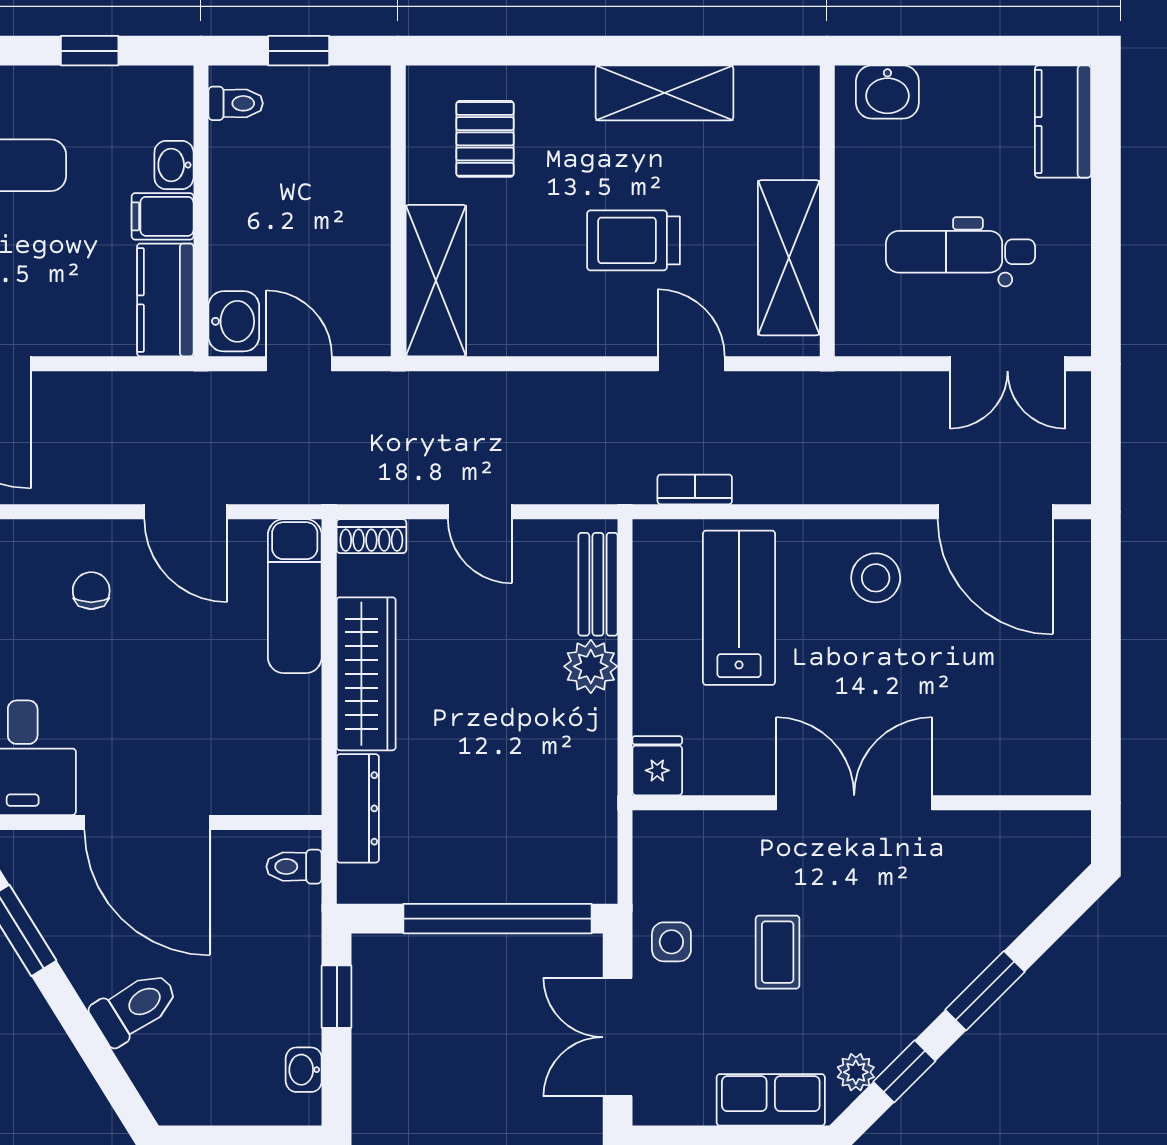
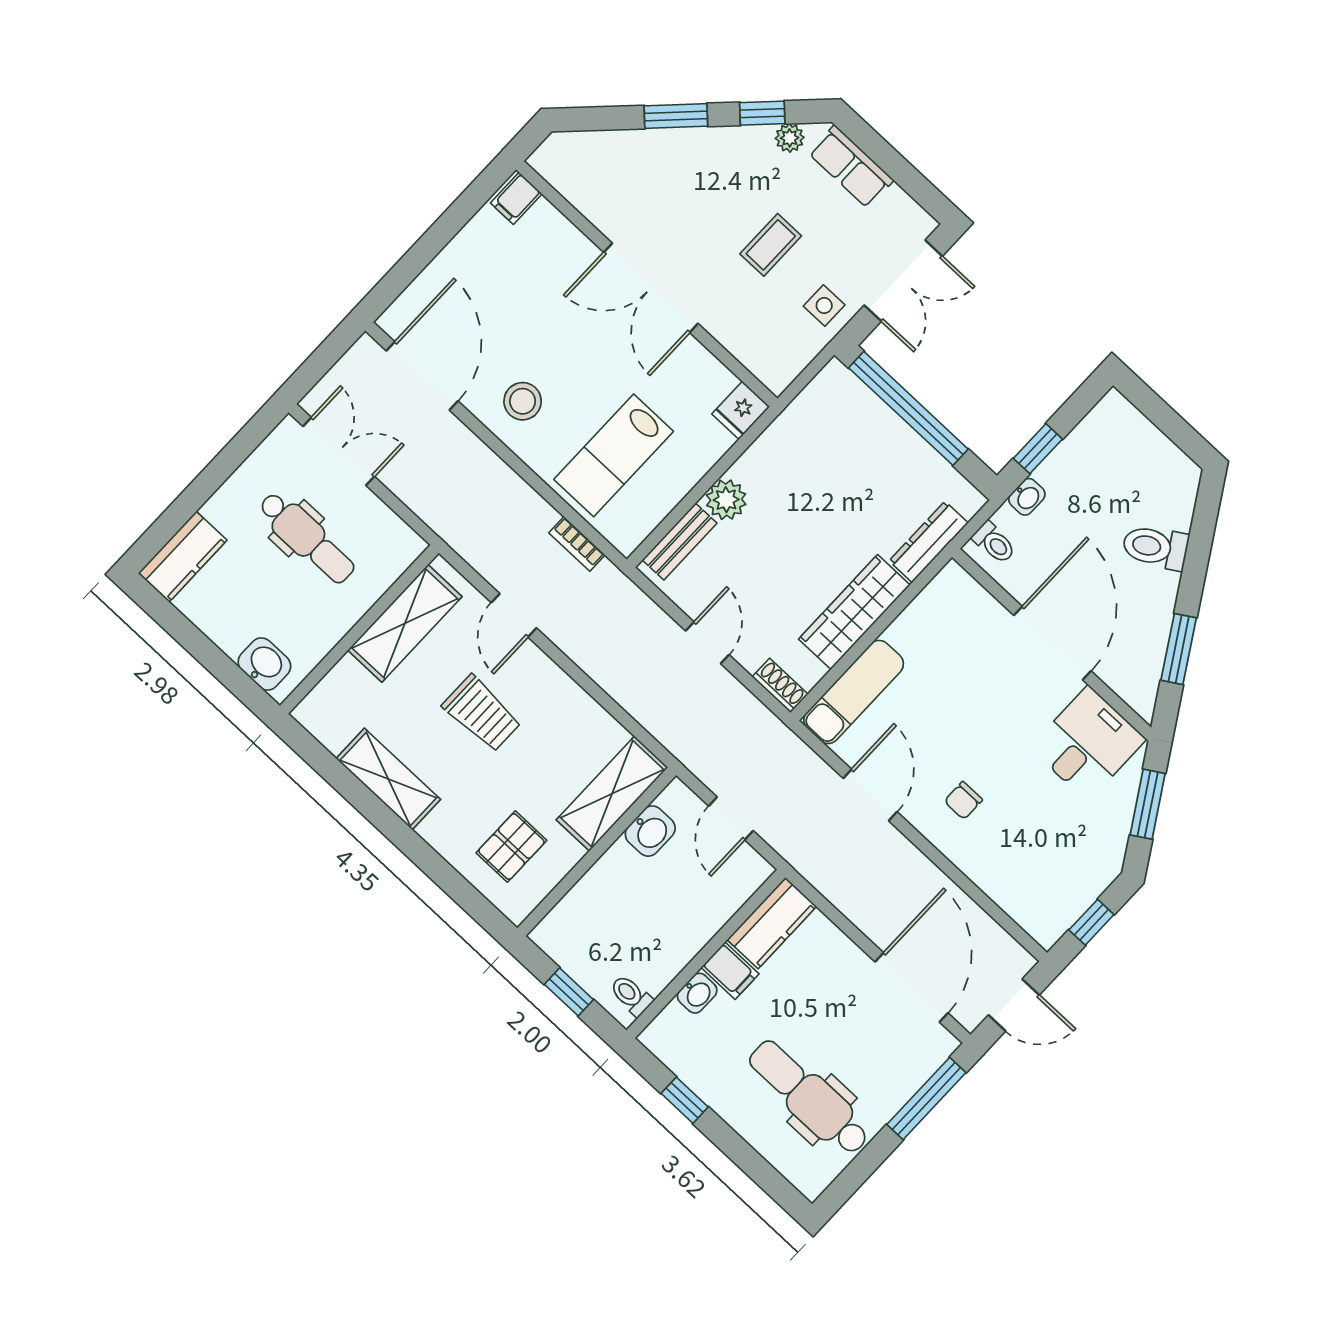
washbasin: (234, 321) -> (650, 831), moved, turned 180
filing cabinet: (1065, 768) -> (516, 198), added
washbasin: (304, 1070) -> (1027, 497), moved

